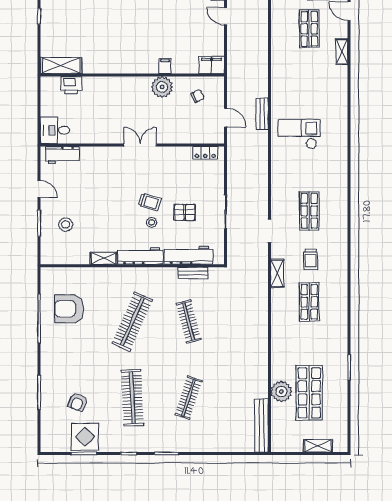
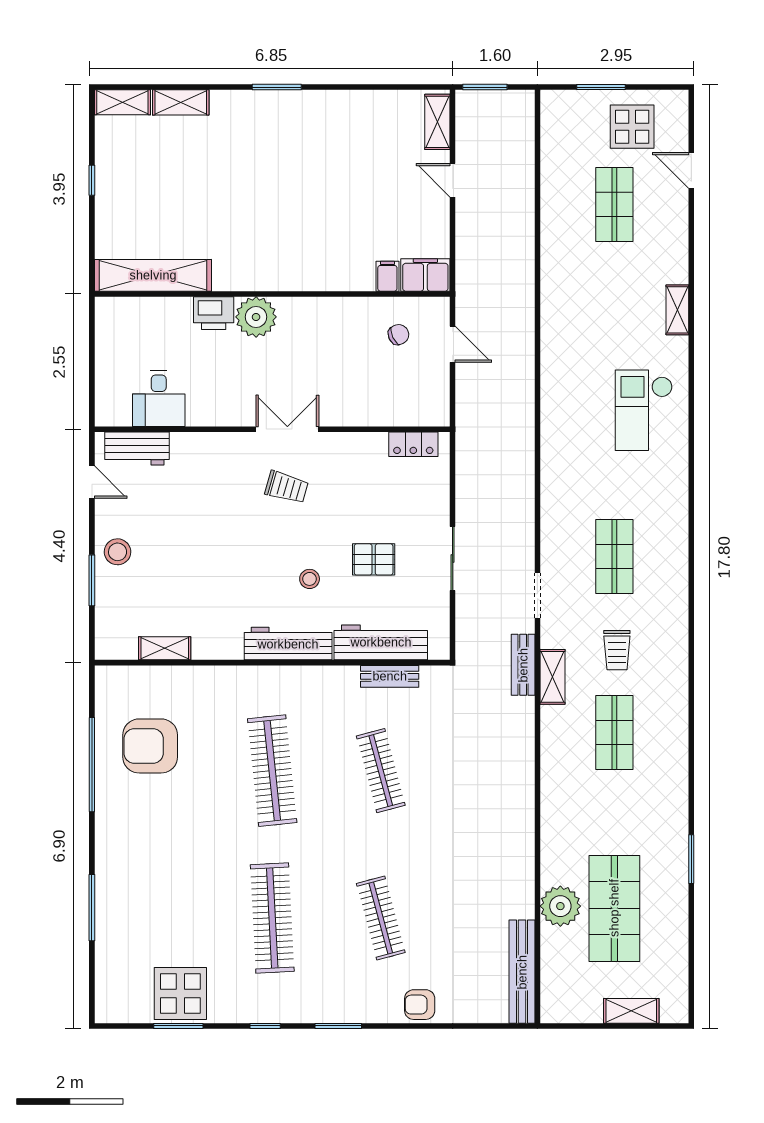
shelving: (342, 52) -> (677, 310), moved
shelving: (61, 65) -> (153, 275), width x1.47
filing cabinet: (165, 66) -> (387, 276), moved
printer: (71, 85) -> (214, 313), moved
plant: (162, 87) -> (256, 317), moved
bench: (262, 114) -> (523, 665), moved
door: (226, 118) -> (453, 344), moved
desk: (55, 130) -> (159, 398), moved, turned -90
checkout: (299, 134) -> (644, 410), moved, turned -90
door: (39, 189) -> (92, 482), moved
trolley: (150, 202) -> (287, 487), moved
stool: (66, 224) -> (118, 552), moved
shelving: (103, 258) -> (165, 648), moved
clothes rail: (132, 322) -> (272, 771), turned -30
clothes rail: (188, 398) -> (381, 918), turned -33
armchair: (78, 402) -> (420, 1005), moved, turned 68

